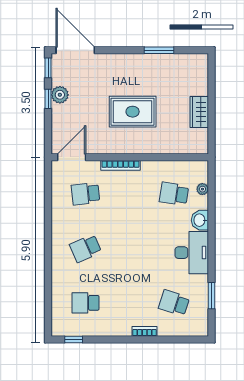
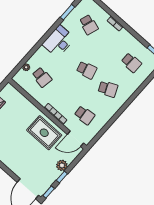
plant: (60, 95) -> (62, 165), moved
rug: (133, 112) -> (44, 133), moved
washbasin: (200, 220) -> (41, 53), removed
school desk: (130, 248) -> (87, 70), added

